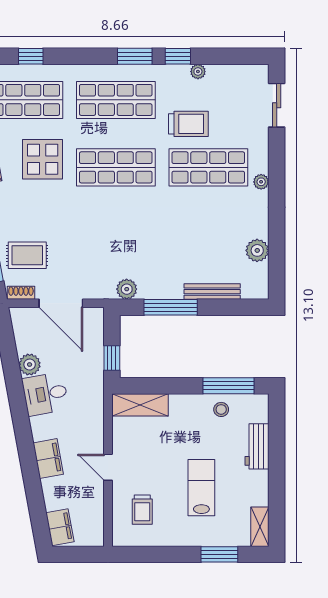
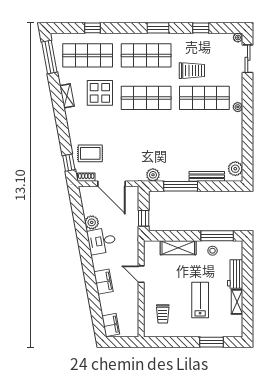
window: (178, 56) -> (201, 28), moved
plant: (198, 72) -> (238, 38), moved
plant: (257, 250) -> (235, 169), moved
shelving: (140, 405) -> (178, 248), moved
door: (108, 467) -> (141, 274), moved
shelving: (260, 527) -> (237, 302), moved

